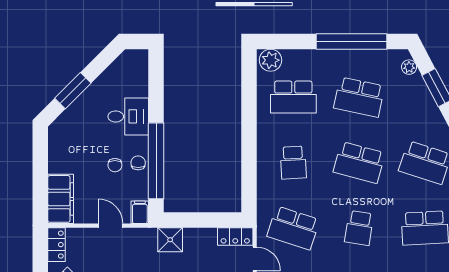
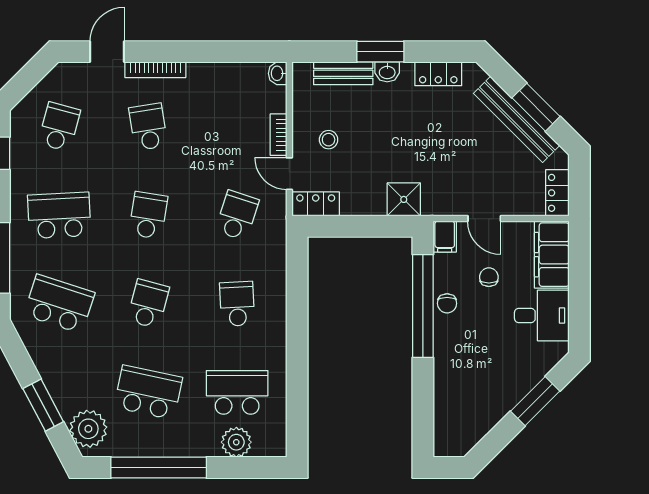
plant: (271, 60) -> (236, 442), moved
plant: (409, 67) -> (88, 429), width x1.88, depth x1.88
desk: (128, 116) -> (542, 315), moved, turned 180
school desk: (359, 163) -> (148, 304), width x0.54
chair: (115, 165) -> (489, 277), moved
school desk: (293, 228) -> (237, 215), width x0.54

